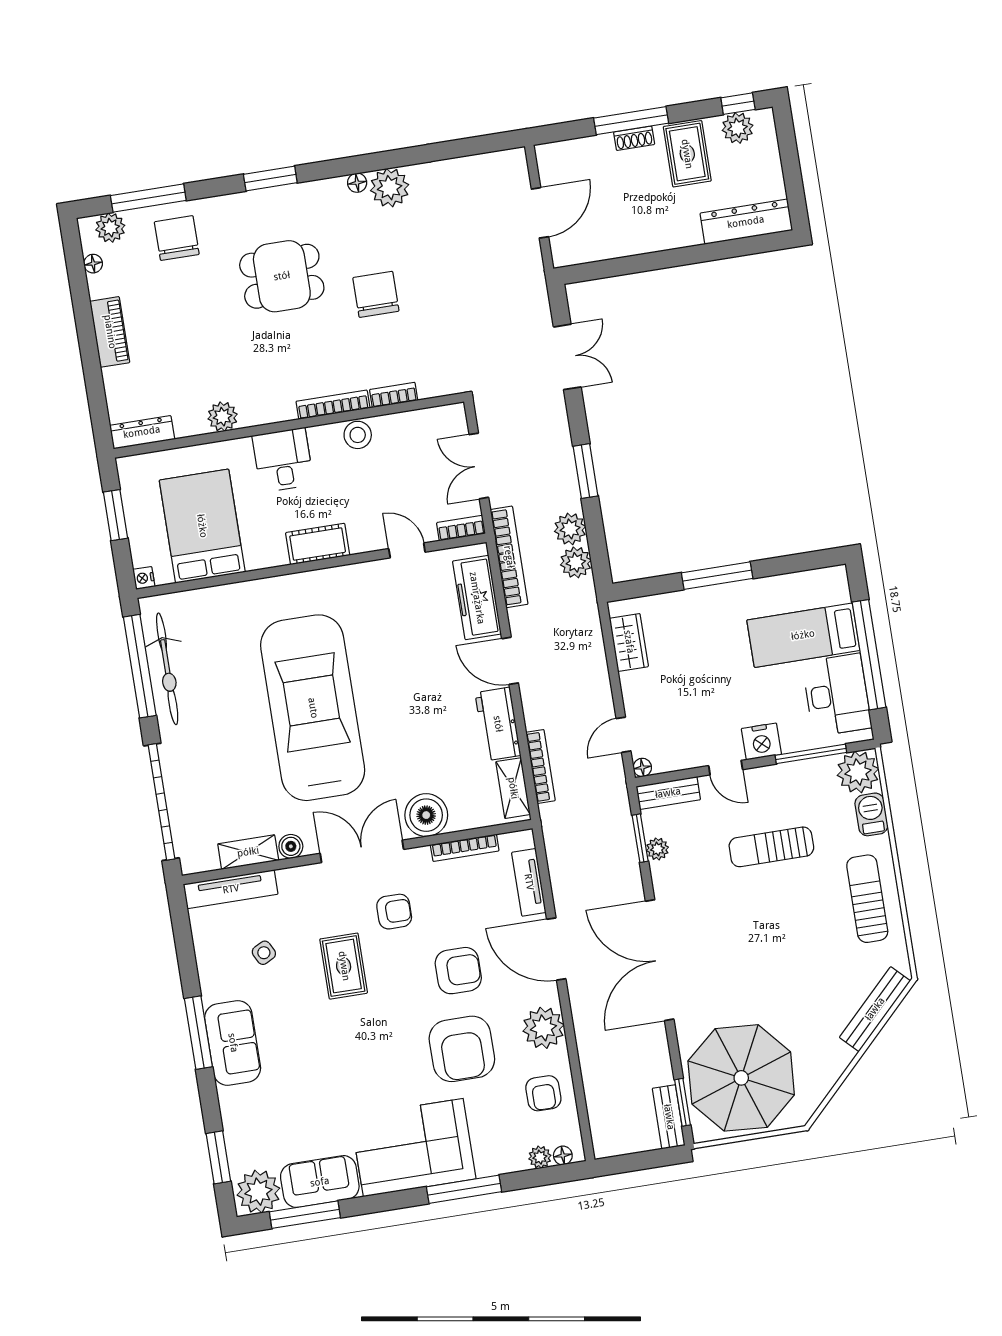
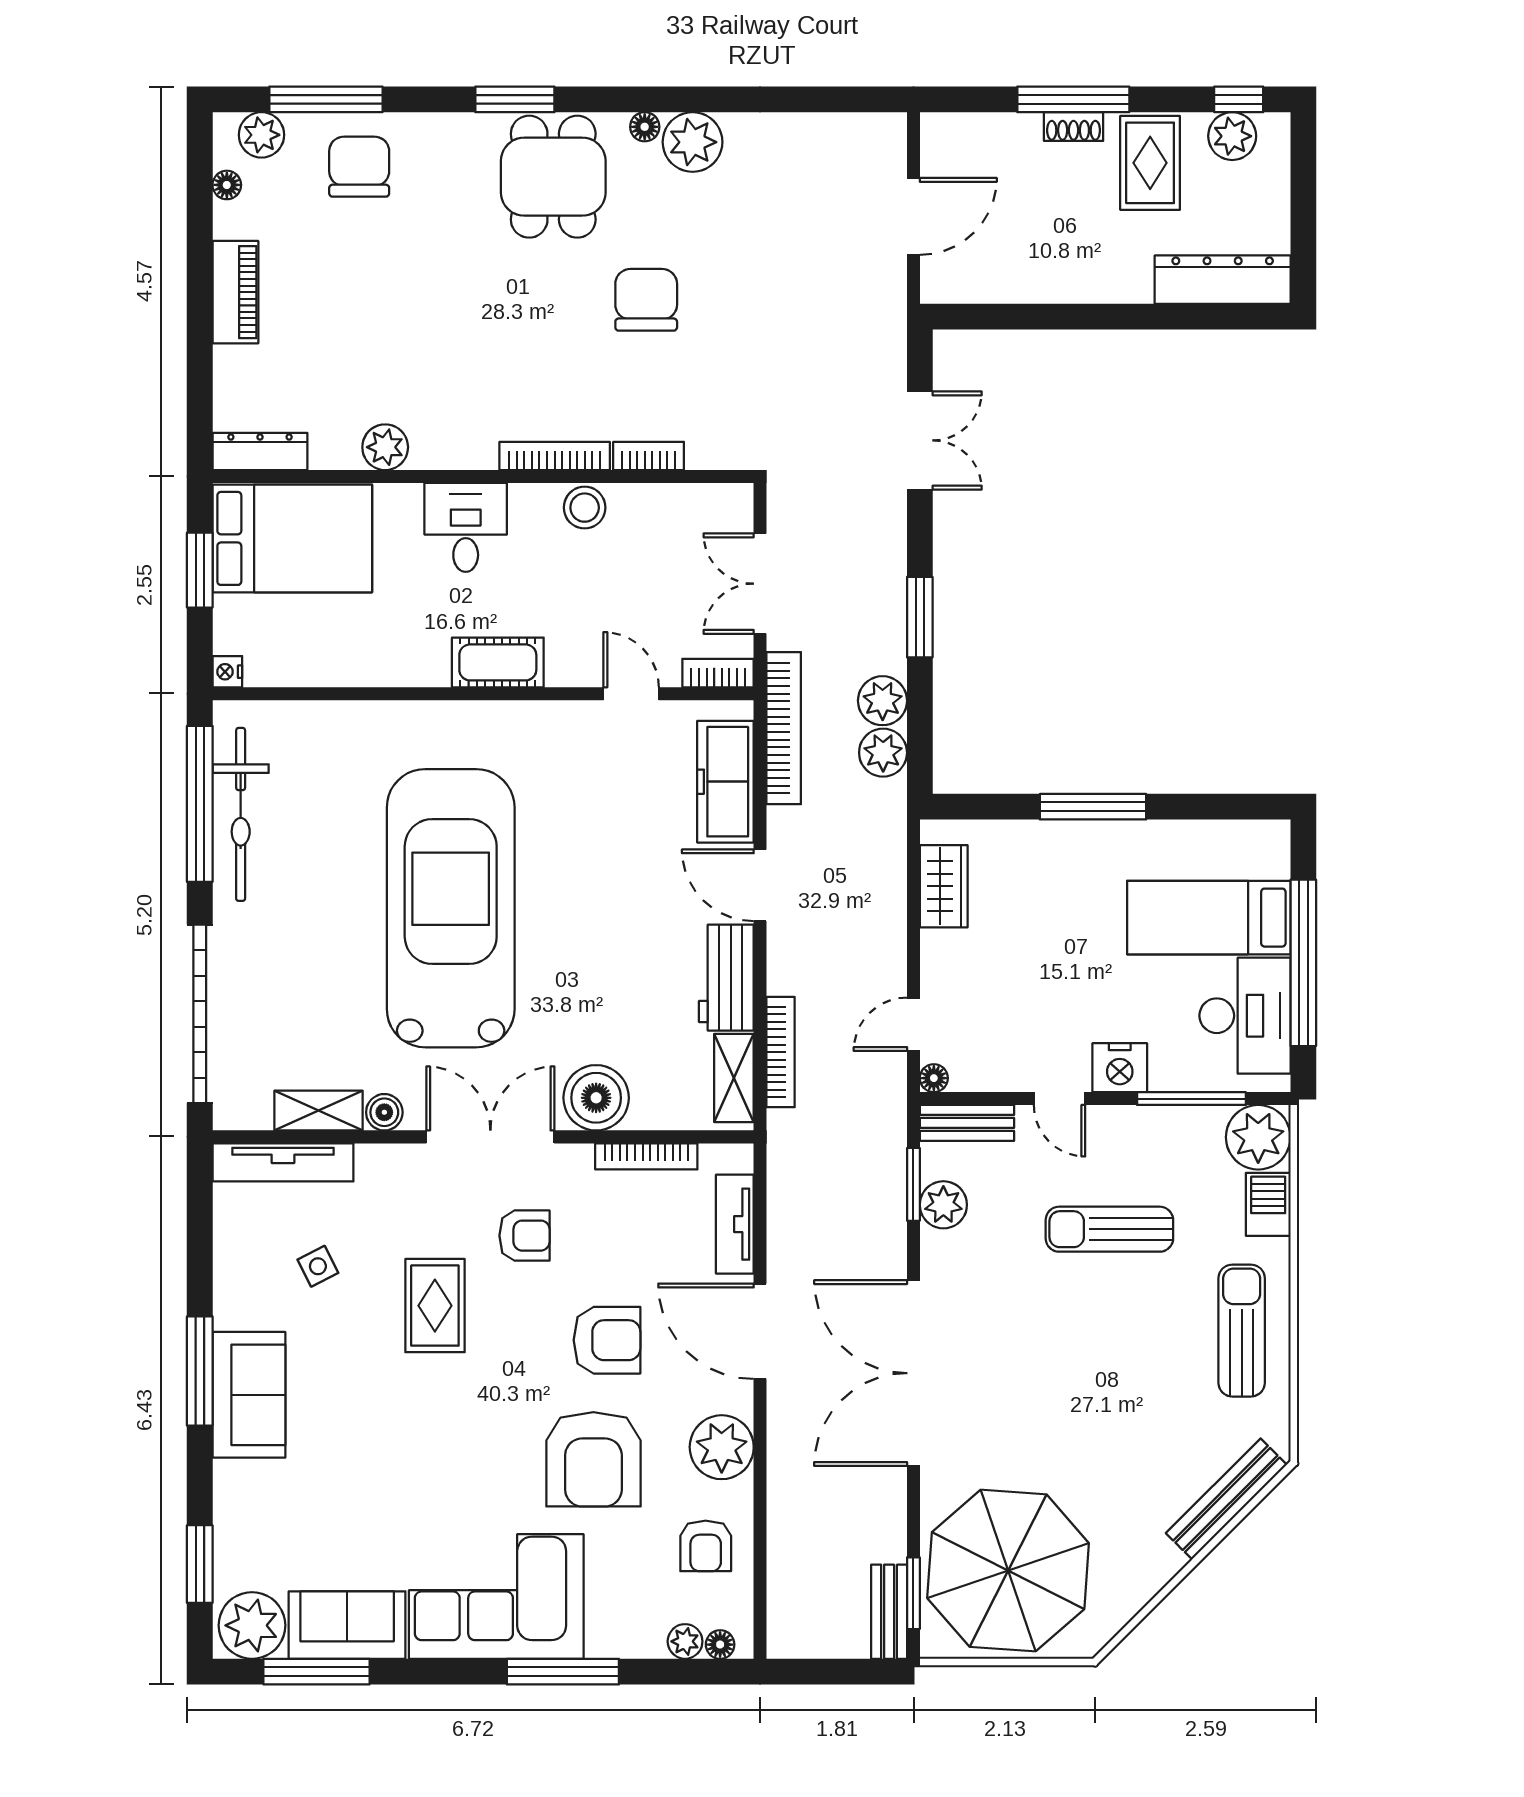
dining table: (282, 276) -> (553, 177), moved, turned 90
bed: (202, 526) -> (292, 538), moved, turned 90
plant: (657, 849) -> (943, 1205), width x1.38, depth x1.38

